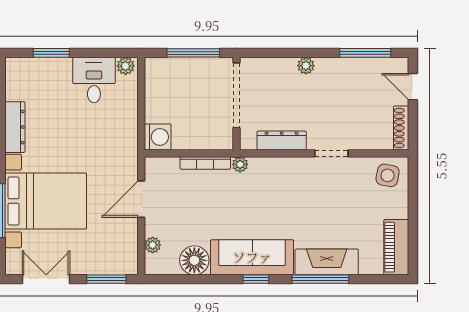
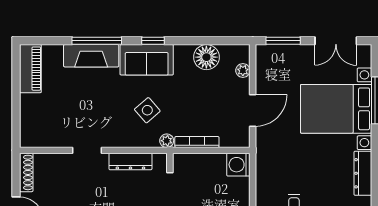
side table: (388, 175) -> (147, 110), moved, turned 38
sofa: (252, 257) -> (147, 60), width x0.73

